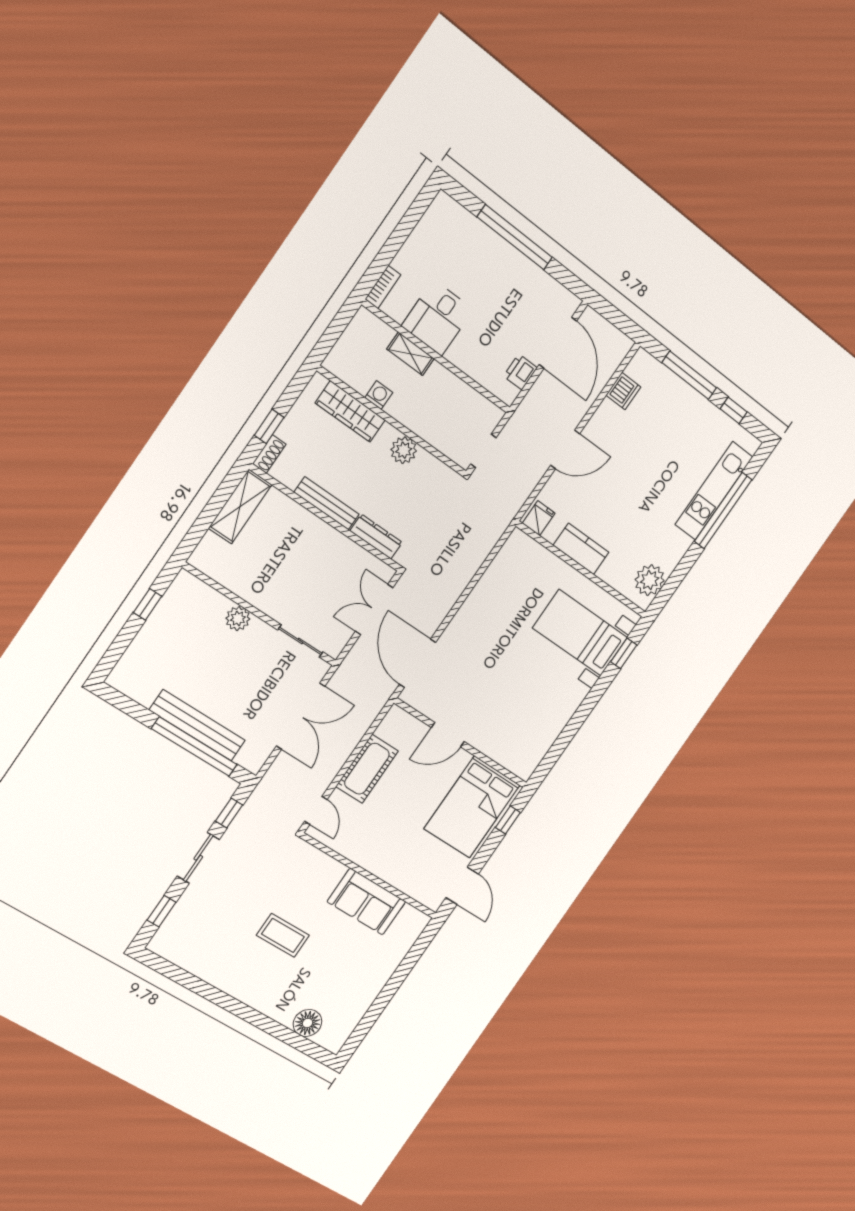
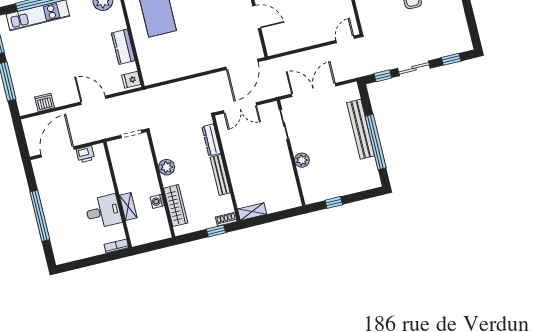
shelving: (240, 506) -> (252, 212), width x0.67, depth x0.75
window: (194, 747) -> (376, 142), moved
cot: (367, 769) -> (306, 37), removed

